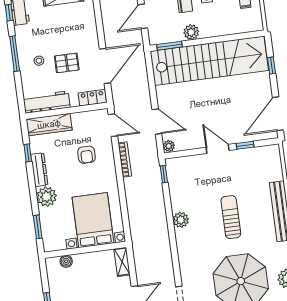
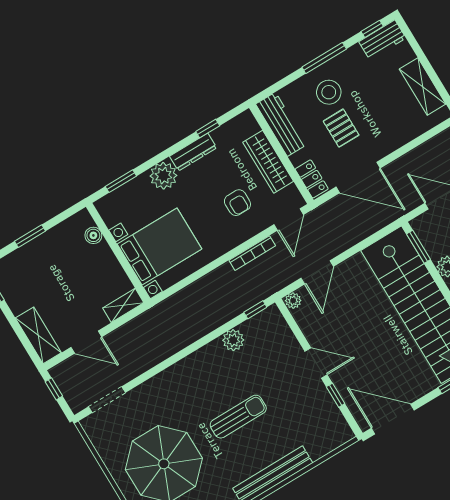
stool: (39, 61) -> (329, 92), width x1.89, depth x1.89
wardrobe: (49, 124) -> (268, 162), moved
door: (218, 149) -> (316, 363), hinge flipped
armchair: (86, 155) -> (237, 203), turned -90
plant: (181, 220) -> (233, 340), moved

